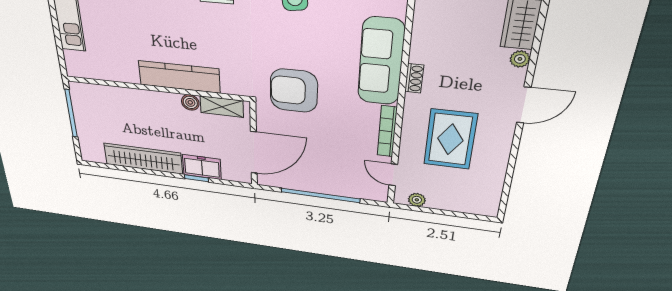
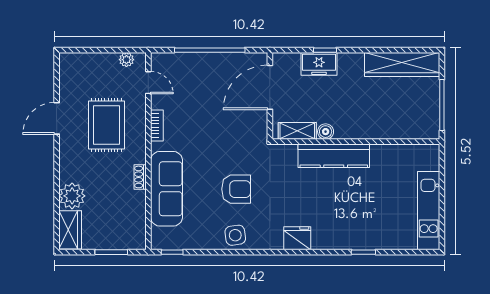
plant: (520, 59) -> (72, 196), width x1.88, depth x1.88
armchair: (294, 91) -> (236, 189), moved, width x0.73, depth x0.73
door: (524, 105) -> (57, 118), moved
bookcase: (387, 131) -> (157, 125), width x0.64
wardrobe: (143, 159) -> (402, 64), moved

